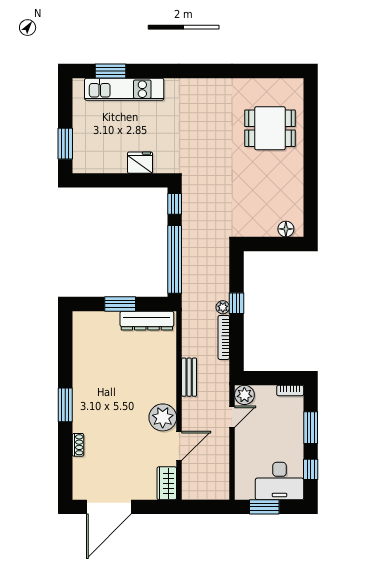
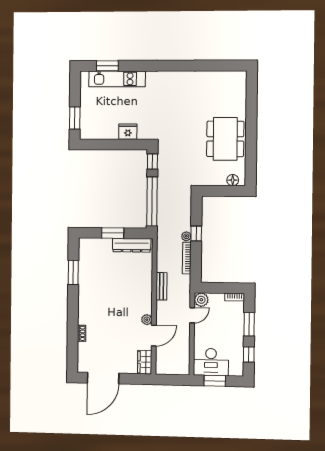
dining table: (270, 128) -> (225, 139), moved, width x1.37
window: (65, 405) -> (73, 272), moved
plant: (163, 417) -> (147, 320), width x0.53, depth x0.53
desk: (280, 481) -> (211, 362), moved

